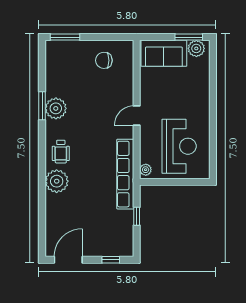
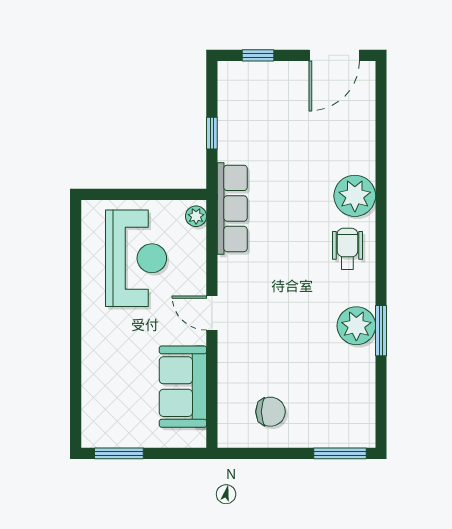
plant: (196, 48) -> (105, 433), removed
sofa: (164, 53) -> (183, 387), moved, turned -90
door: (137, 116) -> (212, 313), swing flipped
reception desk: (179, 146) -> (136, 258), turned 180
row of seats: (125, 174) -> (232, 208), width x0.73

